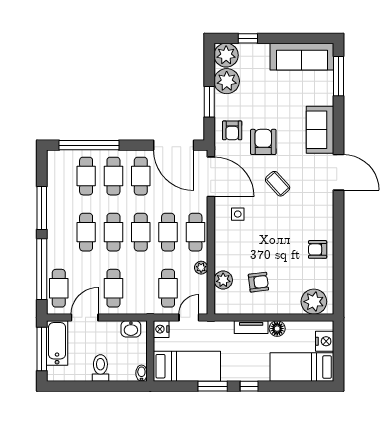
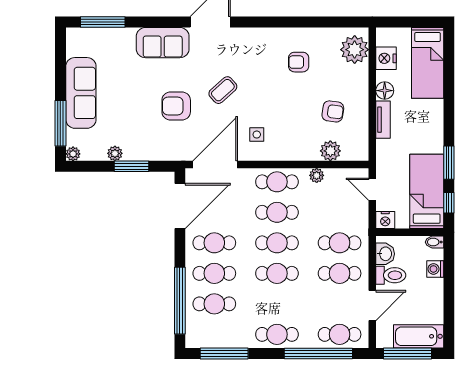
window: (248, 38) -> (60, 123), width x2.17
plant: (226, 55) -> (73, 154), width x0.53, depth x0.53
sofa: (302, 57) -> (81, 93), moved
plant: (227, 81) -> (115, 153), width x0.53, depth x0.53
armchair: (232, 130) -> (163, 141), removed
window: (42, 208) -> (224, 353), moved
cafe table: (86, 232) -> (277, 334), moved
armchair: (318, 249) -> (299, 62), moved, turned 90
armchair: (258, 282) -> (333, 111), turned 105
cafe table: (168, 288) -> (340, 243), moved
door: (85, 317) -> (372, 306), swing flipped
nightstand: (325, 341) -> (386, 58), moved, turned -90
bathtub: (57, 343) -> (419, 336), moved
toilet: (100, 368) -> (391, 275), moved, turned 180
washing machine: (117, 374) -> (435, 269), added
window: (249, 386) -> (449, 203), moved

